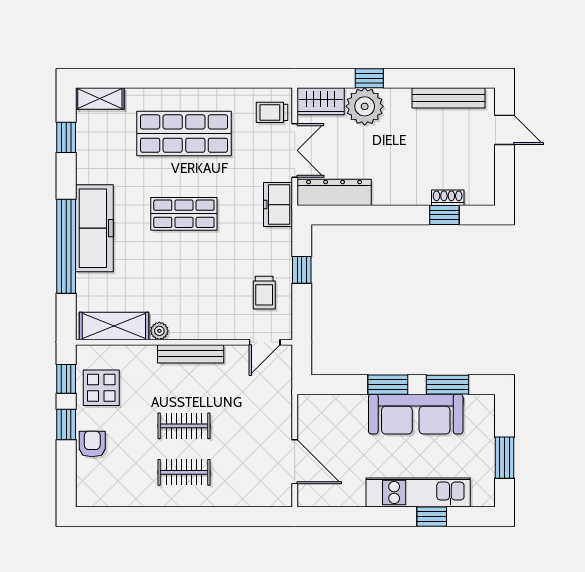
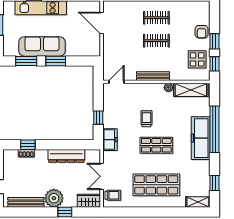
plant: (365, 106) -> (54, 198), moved
dresser: (334, 192) -> (66, 156), moved
freezer: (278, 205) -> (110, 140), moved
trolley: (264, 293) -> (146, 119), moved

